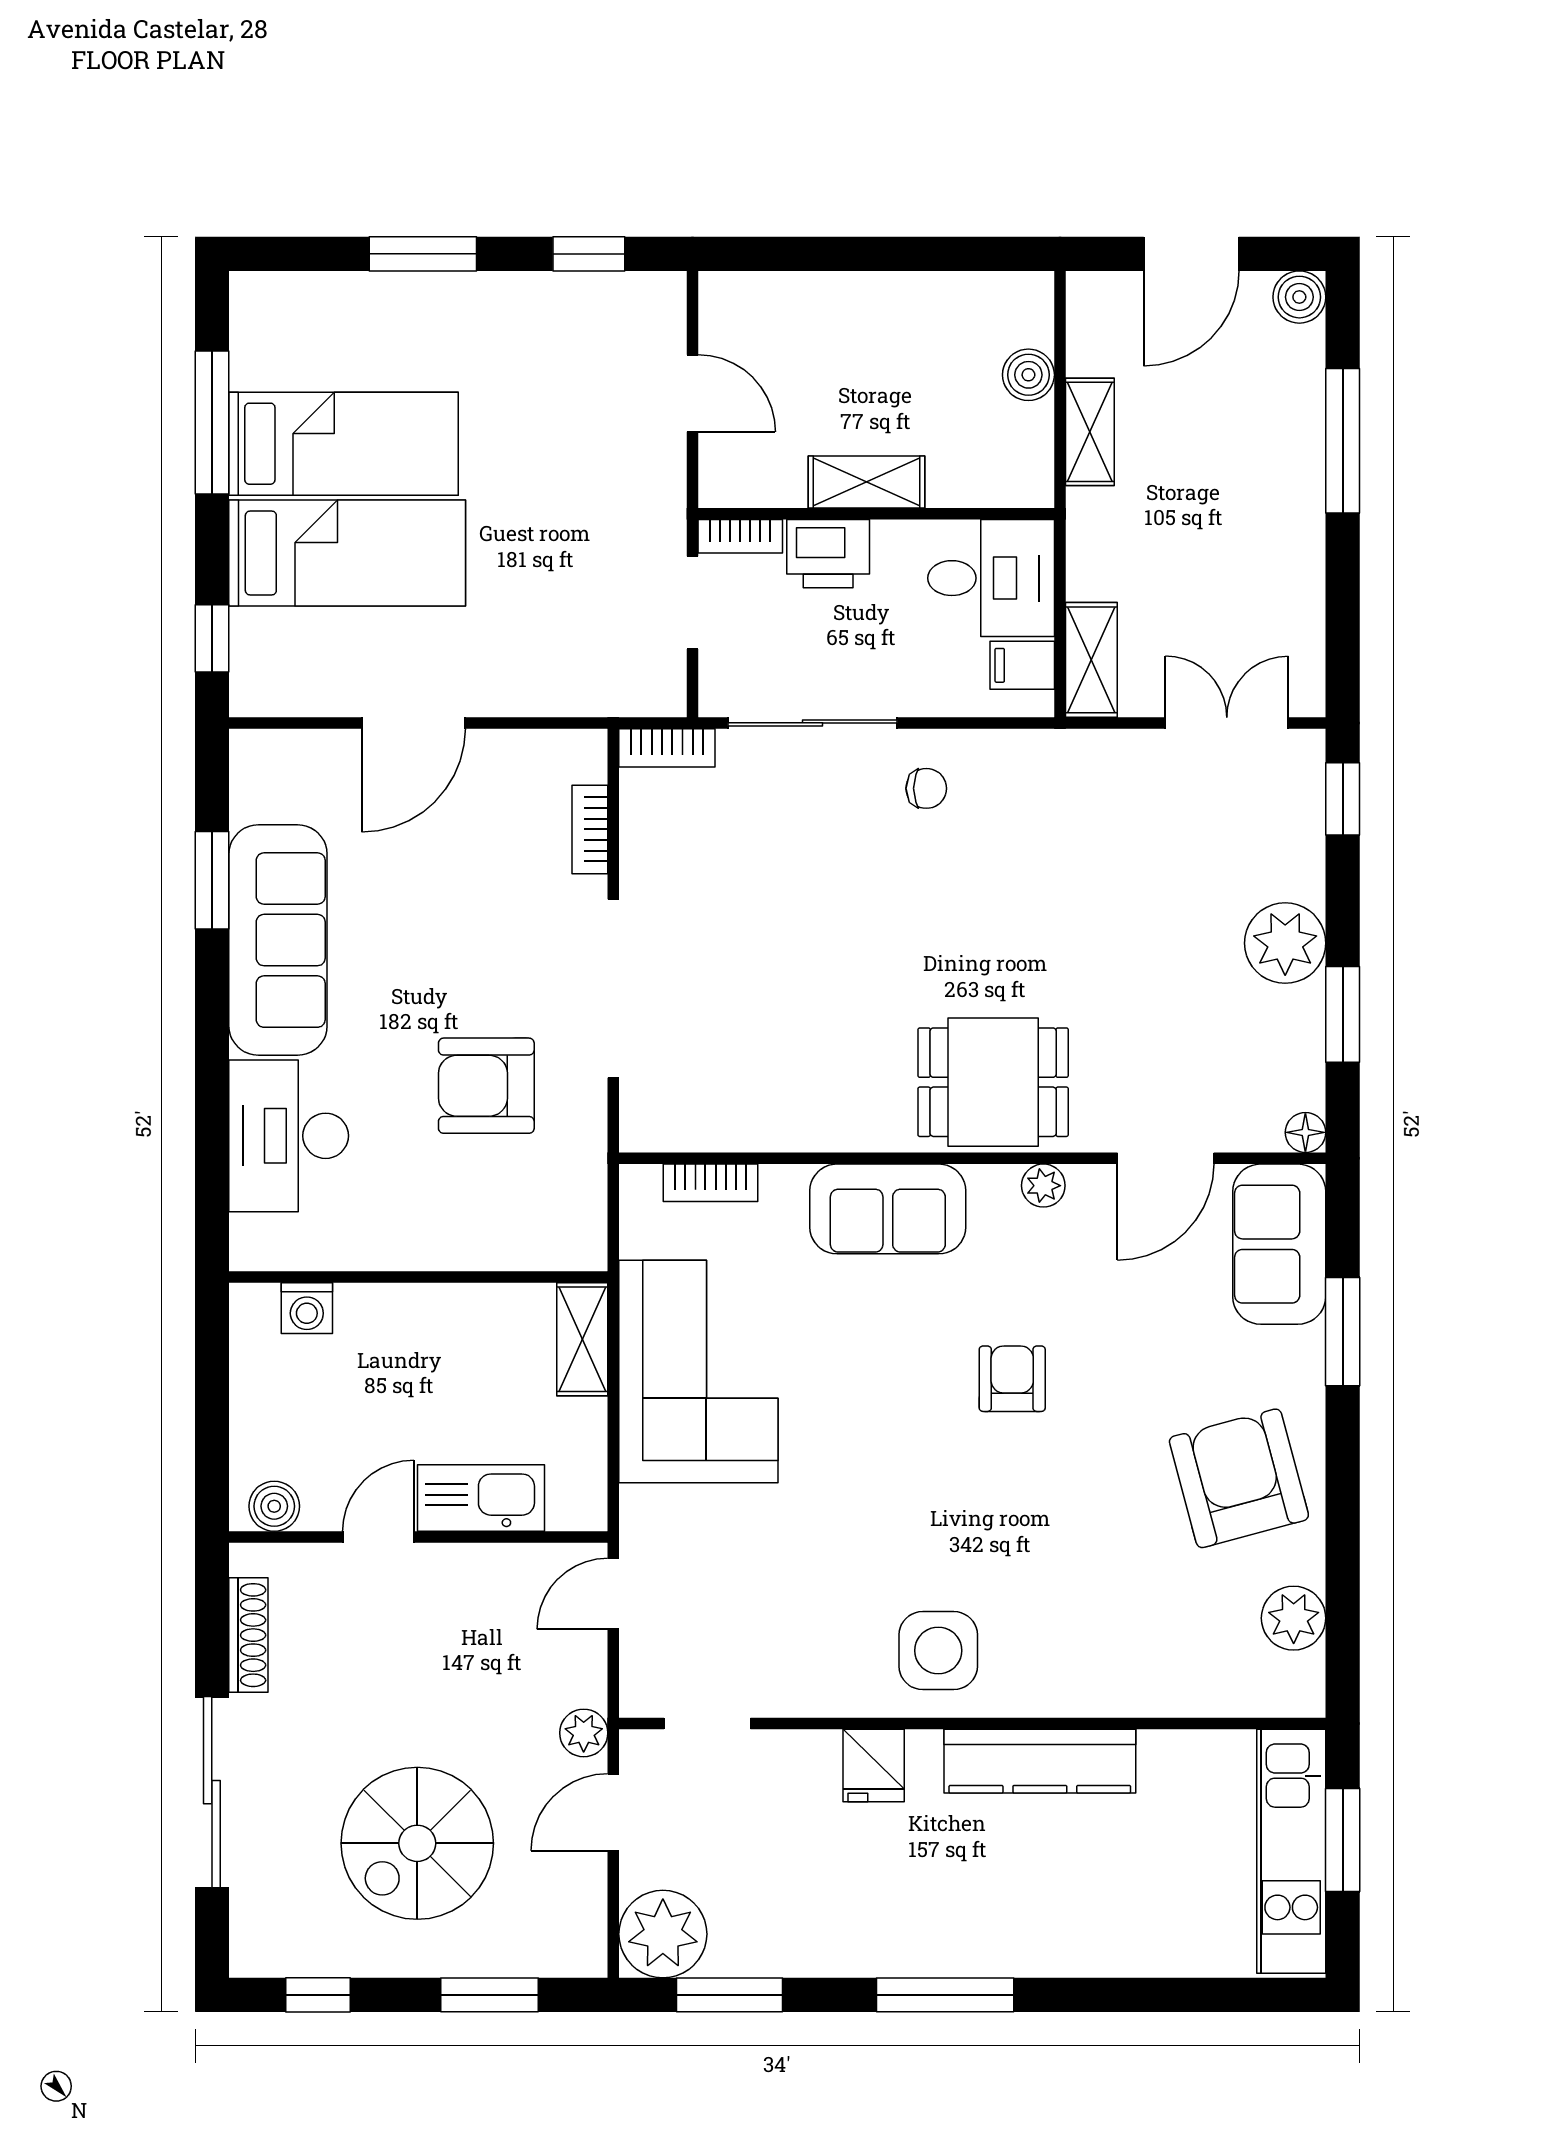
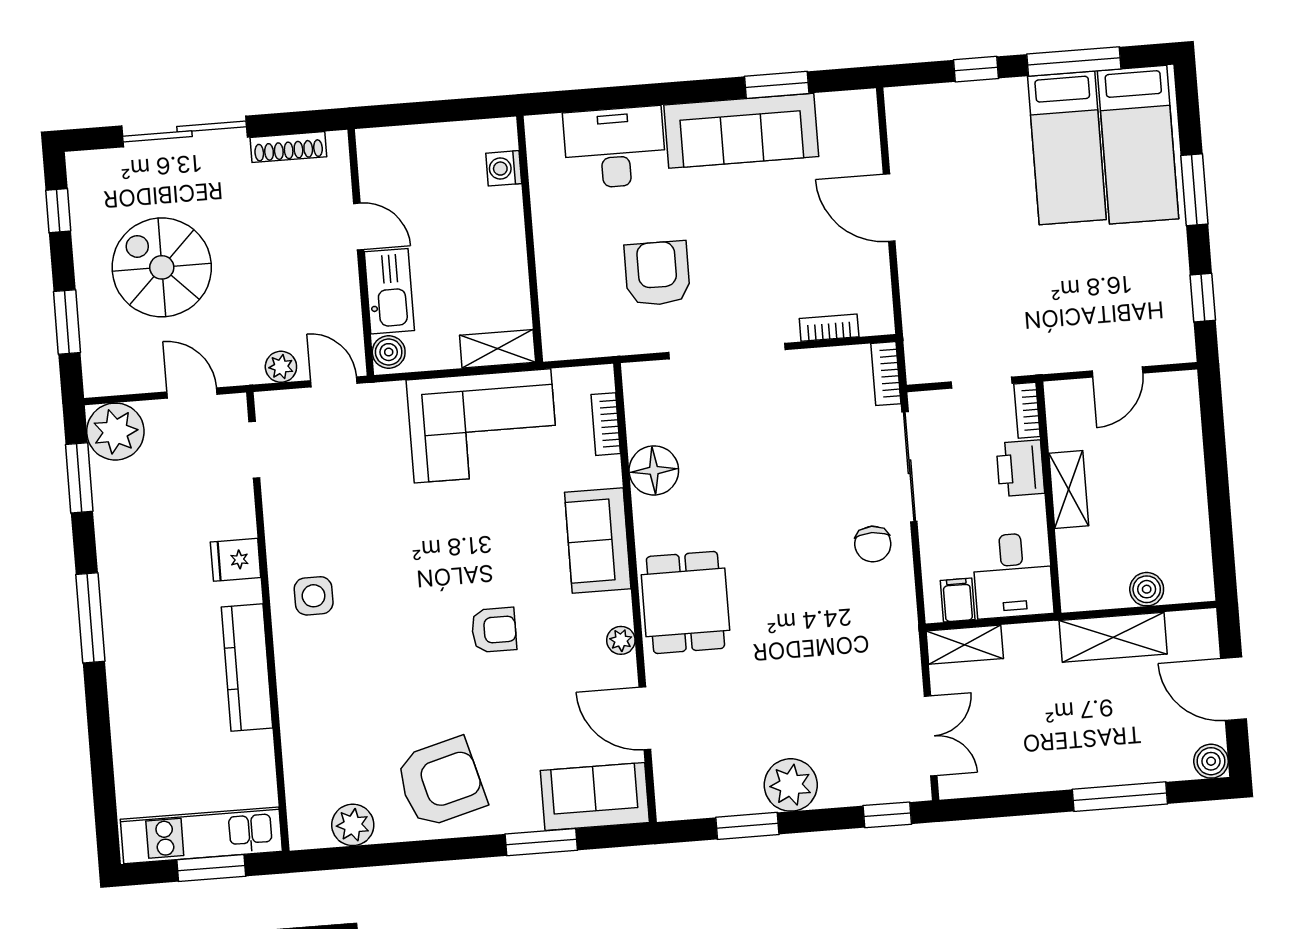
shelving: (1090, 432) -> (1113, 637), width x1.50, depth x1.33
bed: (347, 553) -> (1138, 145), moved
window: (212, 638) -> (976, 69), moved
chair: (926, 788) -> (873, 544), width x1.37, depth x1.37
floor lamp: (1305, 1132) -> (654, 470), moved, width x1.89, depth x1.89
boiler: (274, 1506) -> (389, 352), moved
side table: (938, 1651) -> (314, 596), width x0.73, depth x0.73
plant: (584, 1733) -> (281, 367), moved

